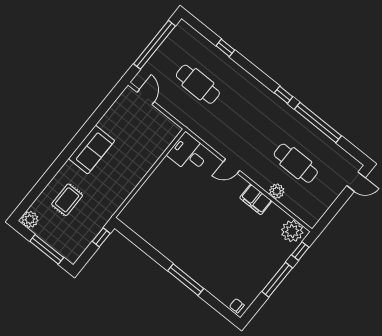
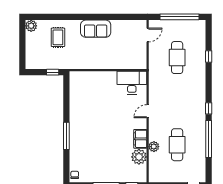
desk: (189, 153) -> (132, 83), width x1.37
door: (231, 166) -> (148, 111), hinge flipped
rug: (67, 200) -> (58, 37), turned 90
plant: (292, 231) -> (139, 157), moved
window: (47, 249) -> (22, 48), removed

